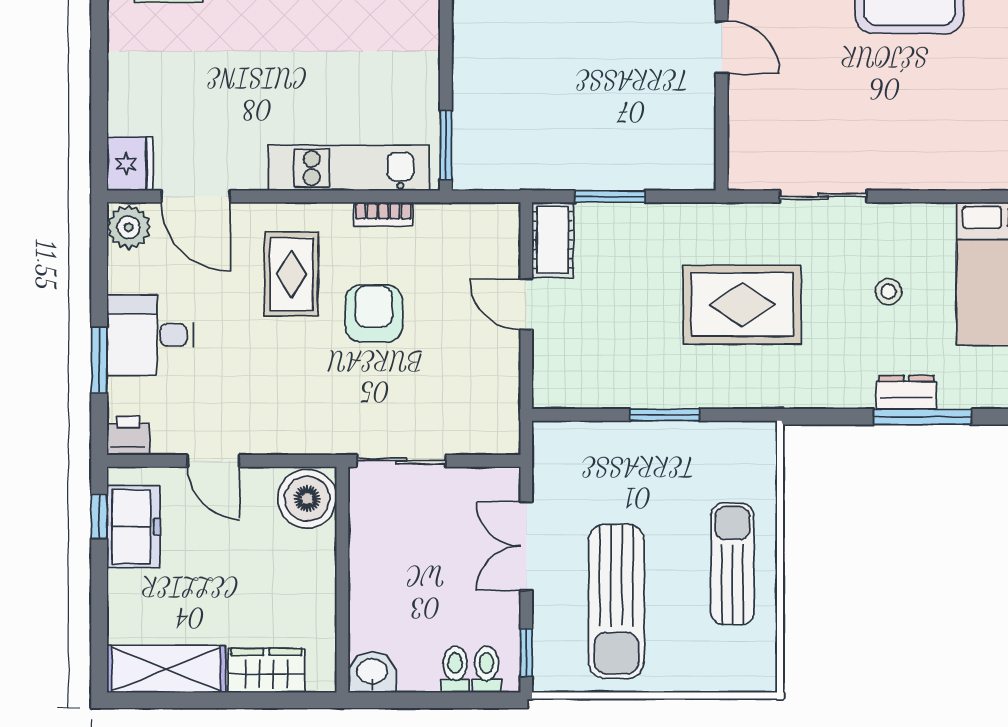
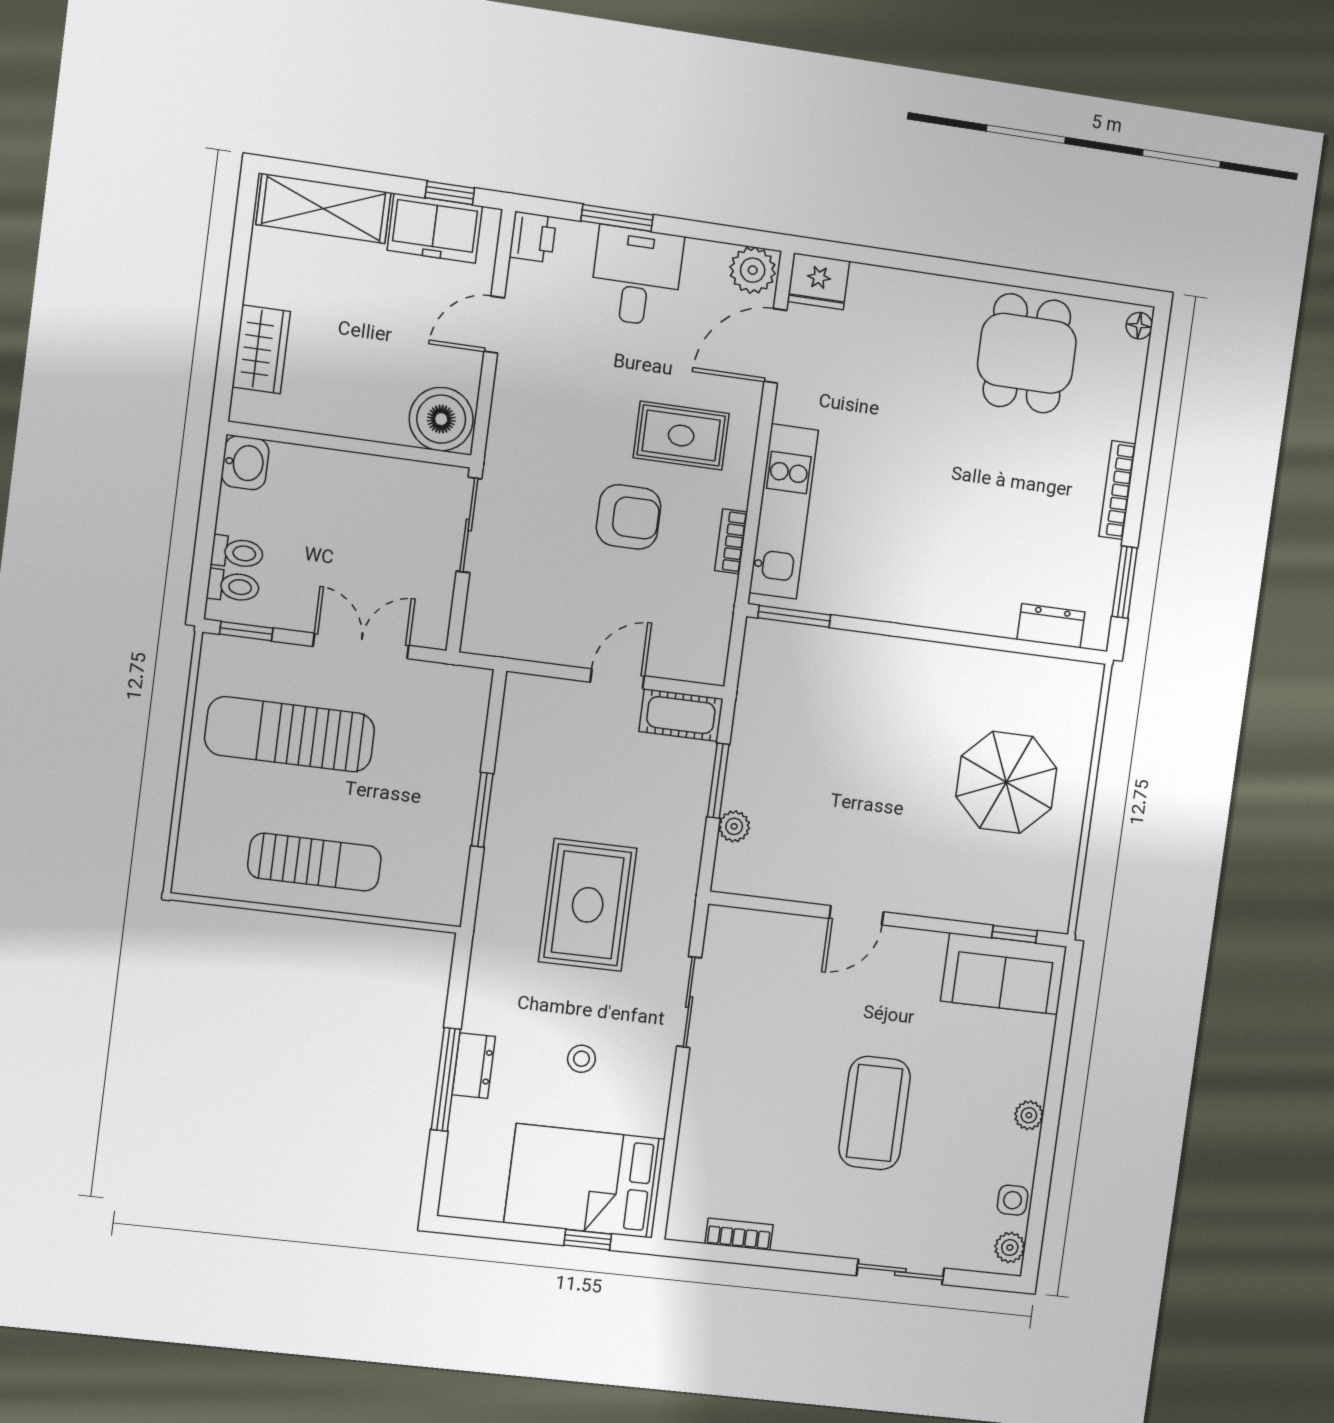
plant: (651, 176) -> (734, 826), added
shelving: (166, 669) -> (324, 209), moved, turned 90

